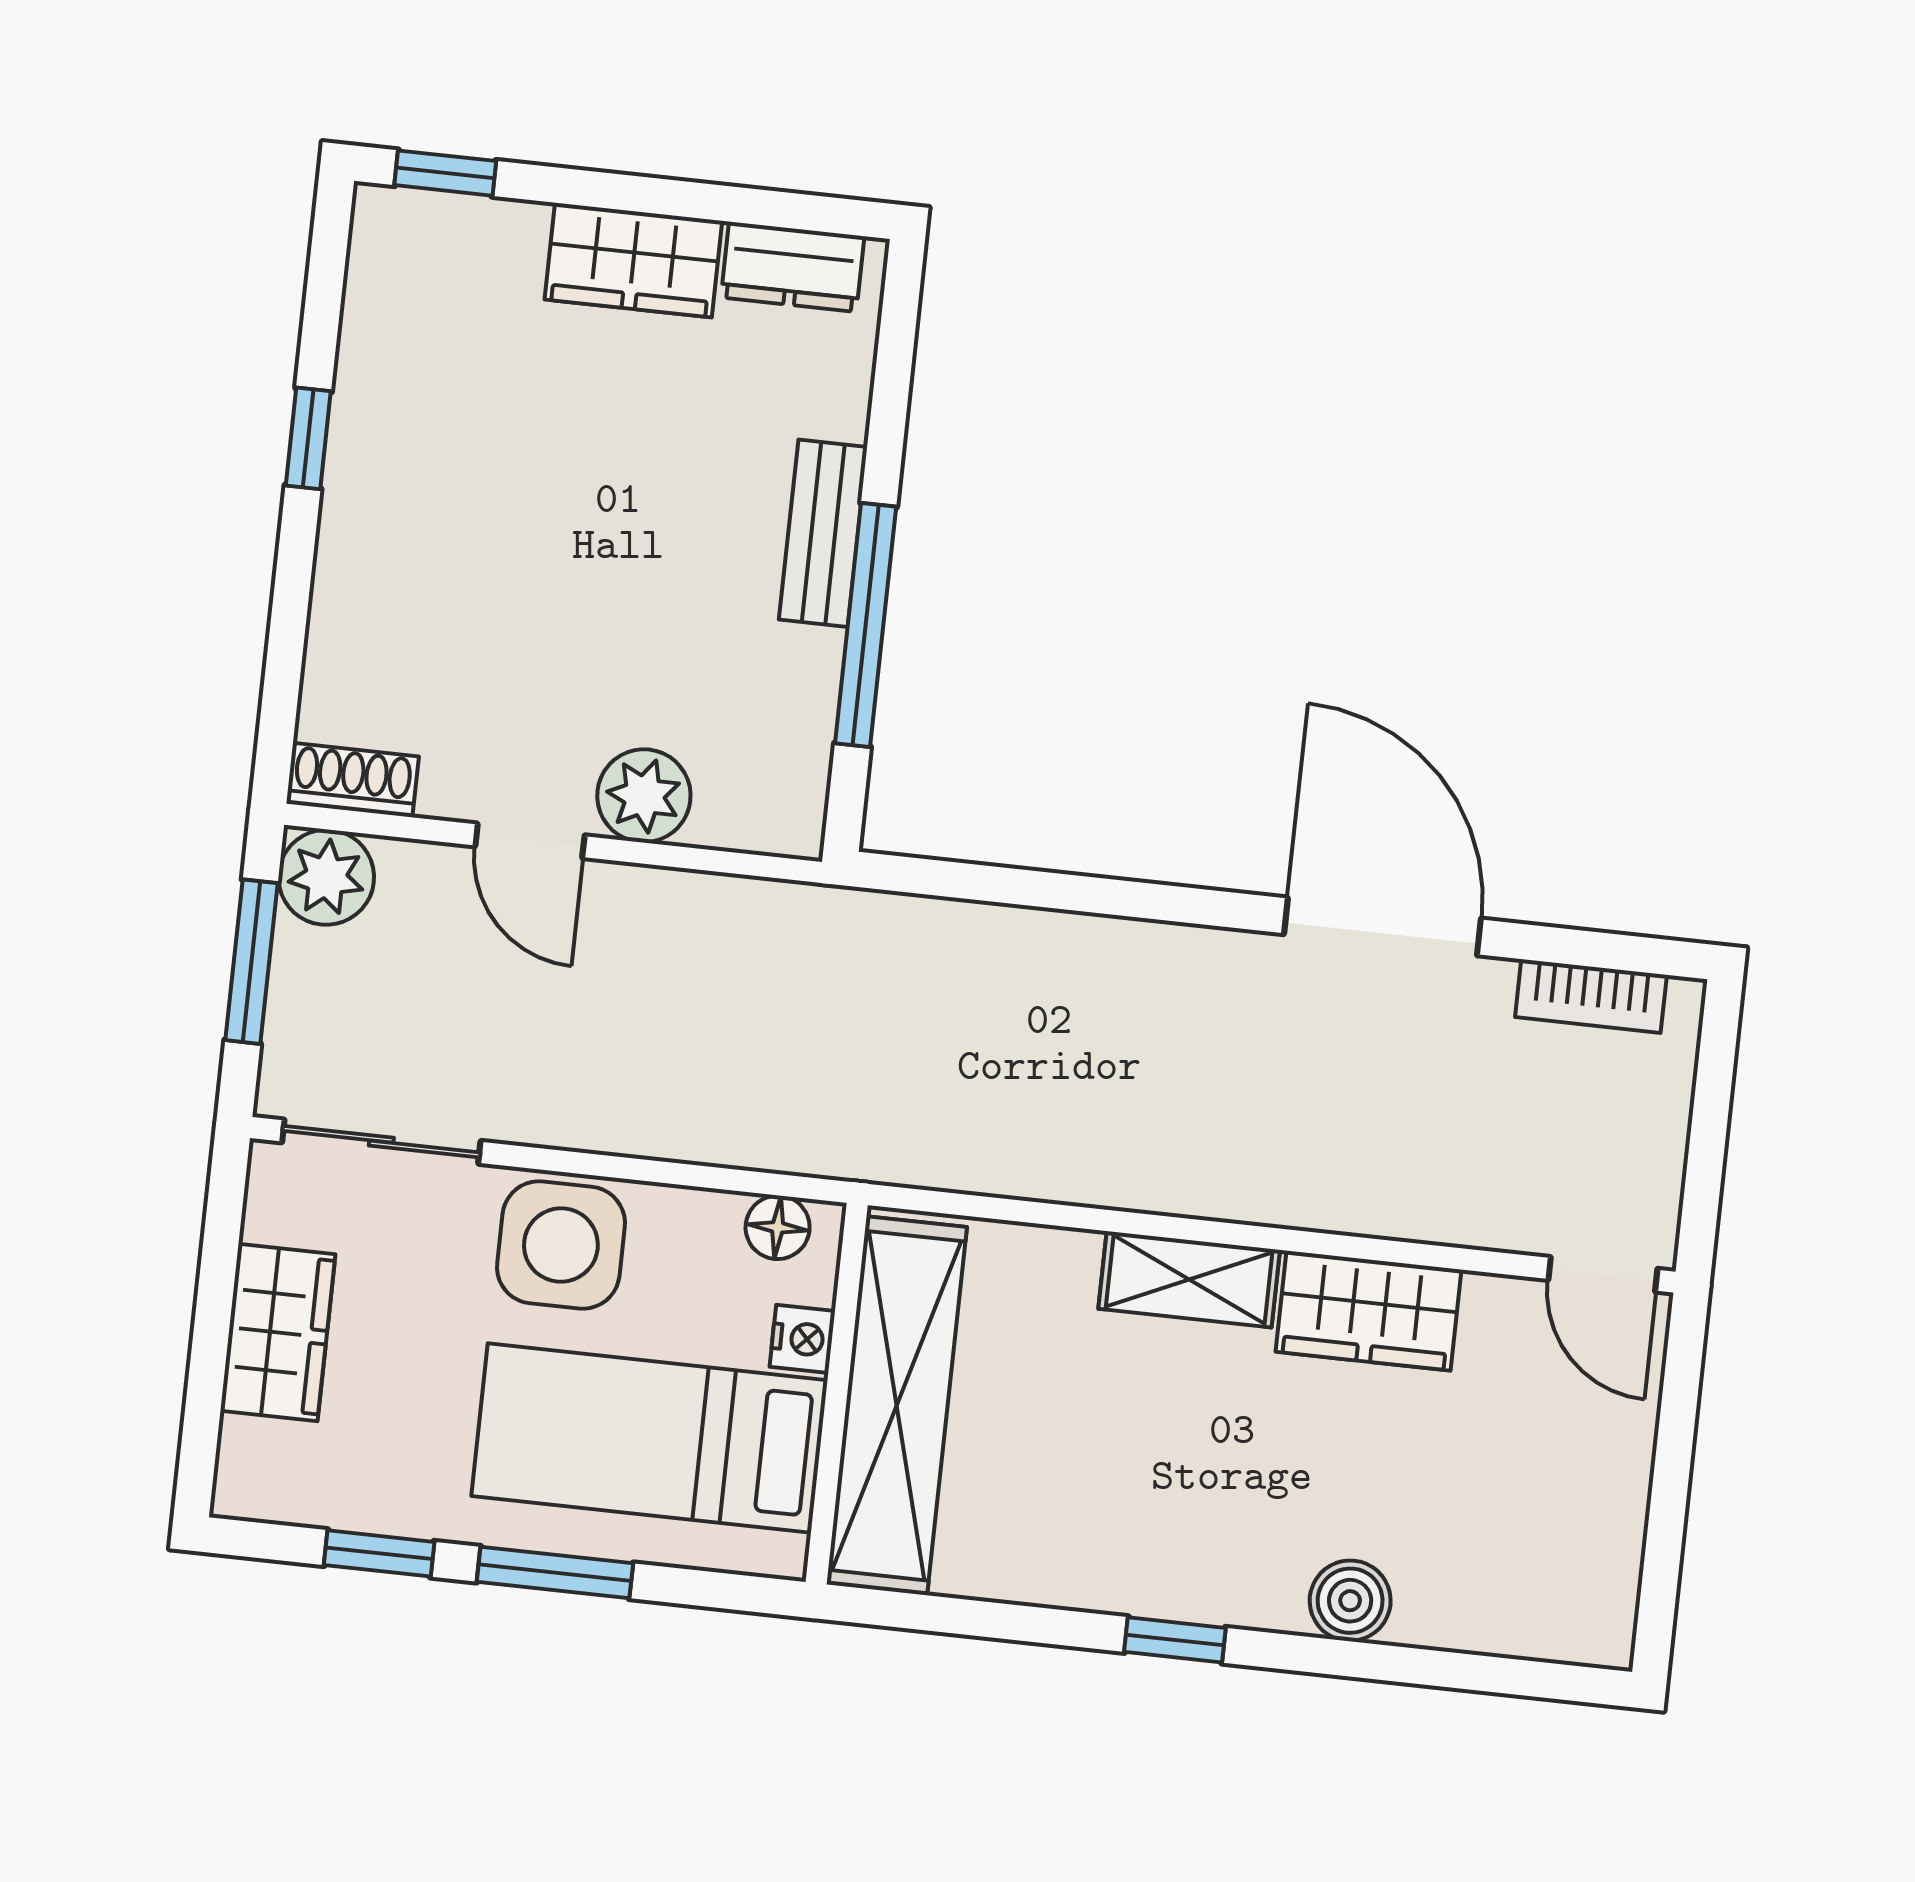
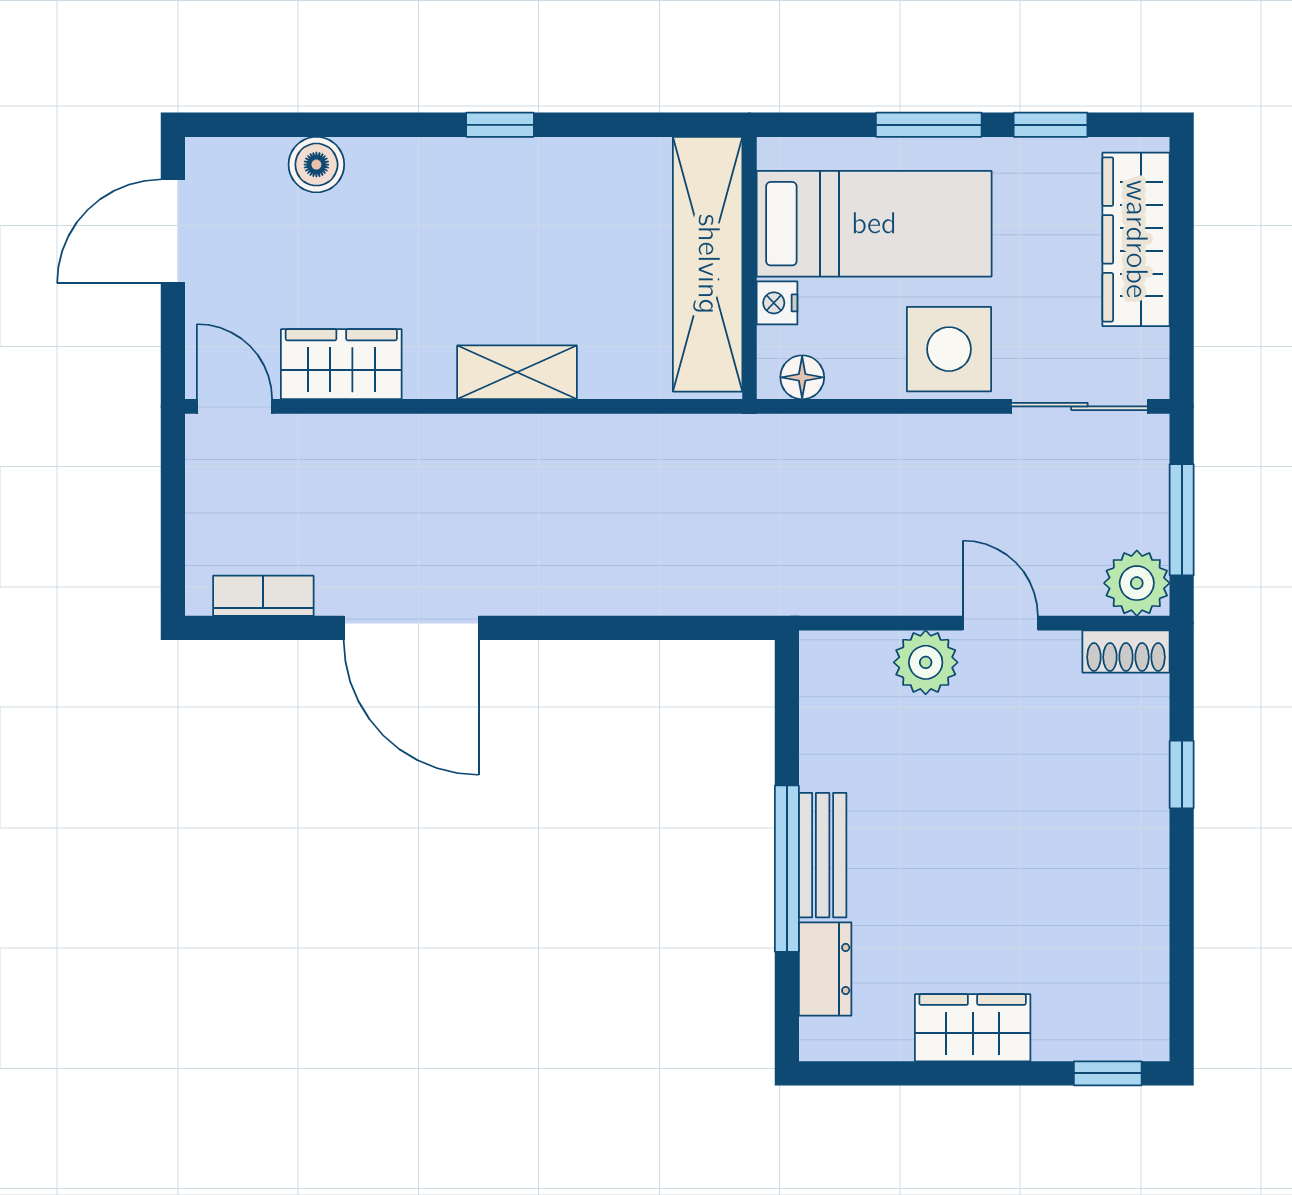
dresser: (793, 267) -> (825, 969), moved, turned 90
window: (308, 438) -> (1182, 774), moved
window: (866, 625) -> (787, 869), moved
wardrobe: (1369, 1311) -> (341, 364), moved
wardrobe: (278, 1332) -> (1136, 239), width x1.50
door: (1664, 1537) -> (173, 231), added
boiler: (1350, 1601) -> (316, 165), moved

